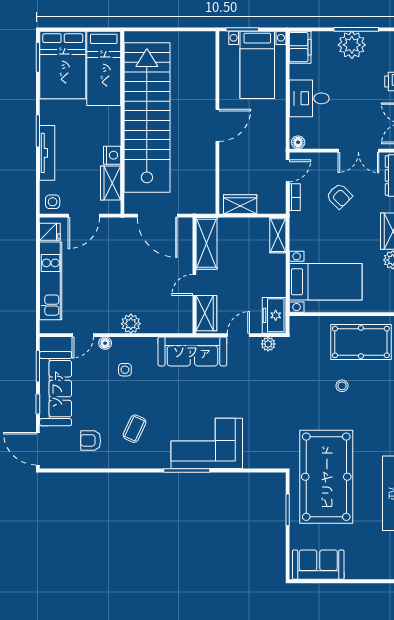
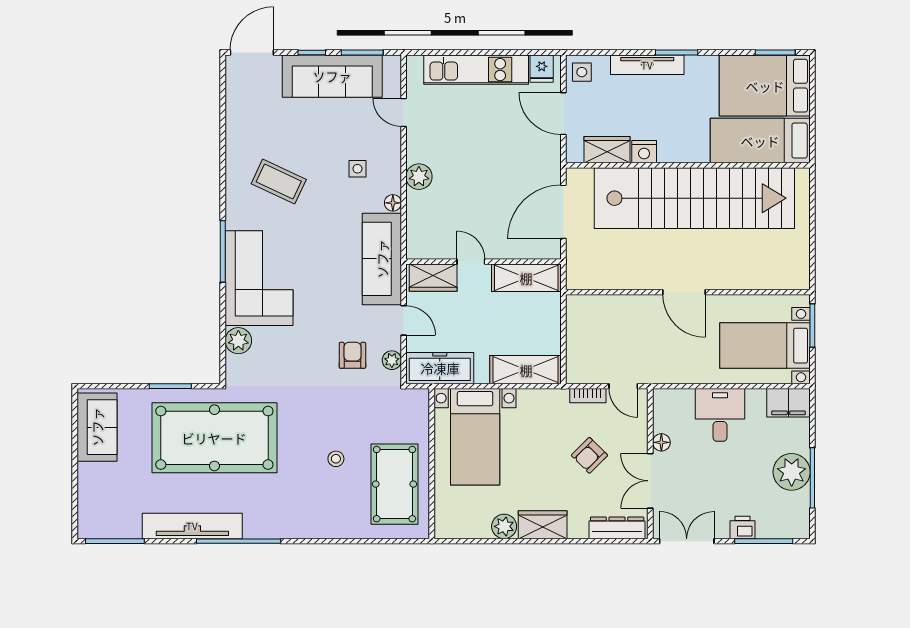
floor lamp: (298, 142) -> (661, 442), moved
wardrobe: (240, 204) -> (579, 323), removed
shelving: (278, 235) -> (526, 370), width x1.50, depth x1.33
freezer: (274, 315) -> (440, 368), width x1.40
floor lamp: (105, 343) -> (393, 203), moved
coffee table: (135, 429) -> (279, 182), width x1.36, depth x1.30
armchair: (91, 440) -> (352, 355), moved
plant: (254, 459) -> (238, 341), added

